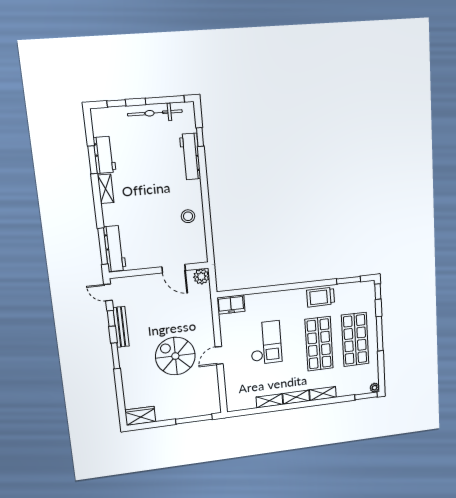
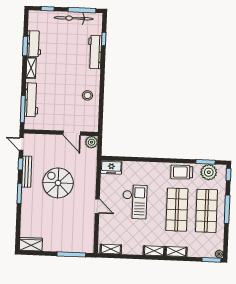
workbench: (115, 248) -> (32, 100), moved
plant: (354, 292) -> (209, 172), added
door: (219, 355) -> (97, 206), swing flipped
spiral stairs: (175, 356) -> (58, 183), moved
shelving: (269, 401) -> (111, 249), moved

